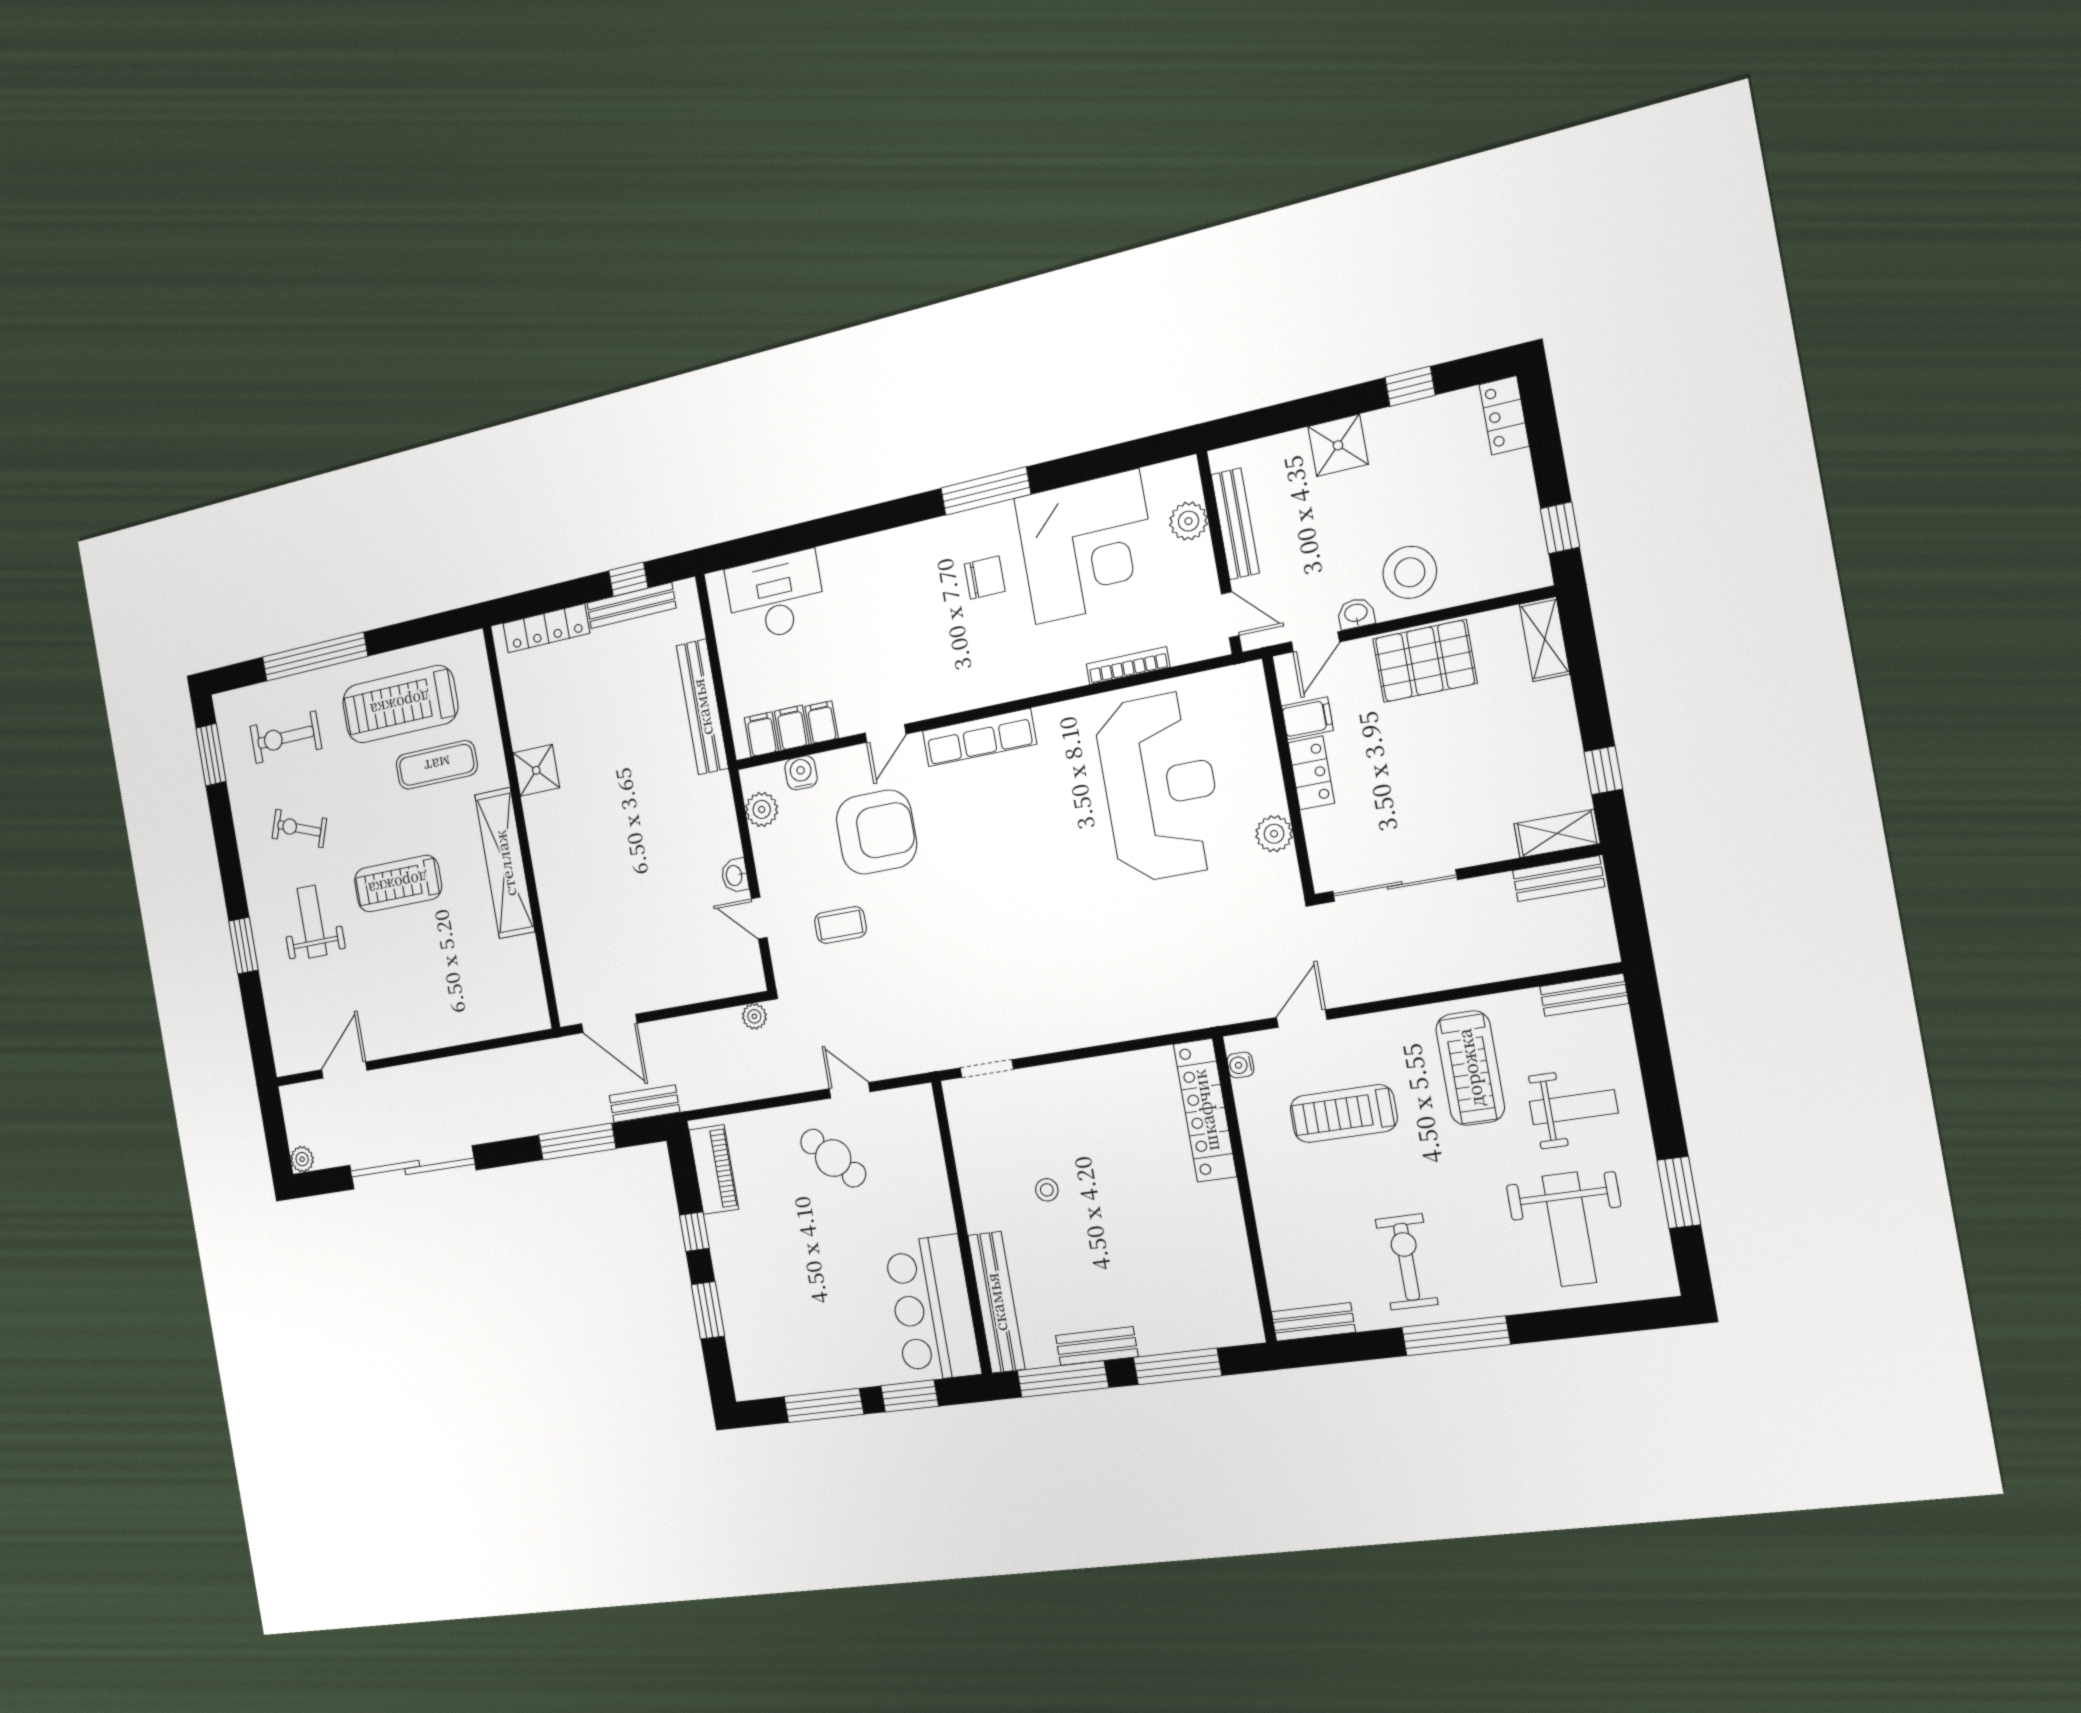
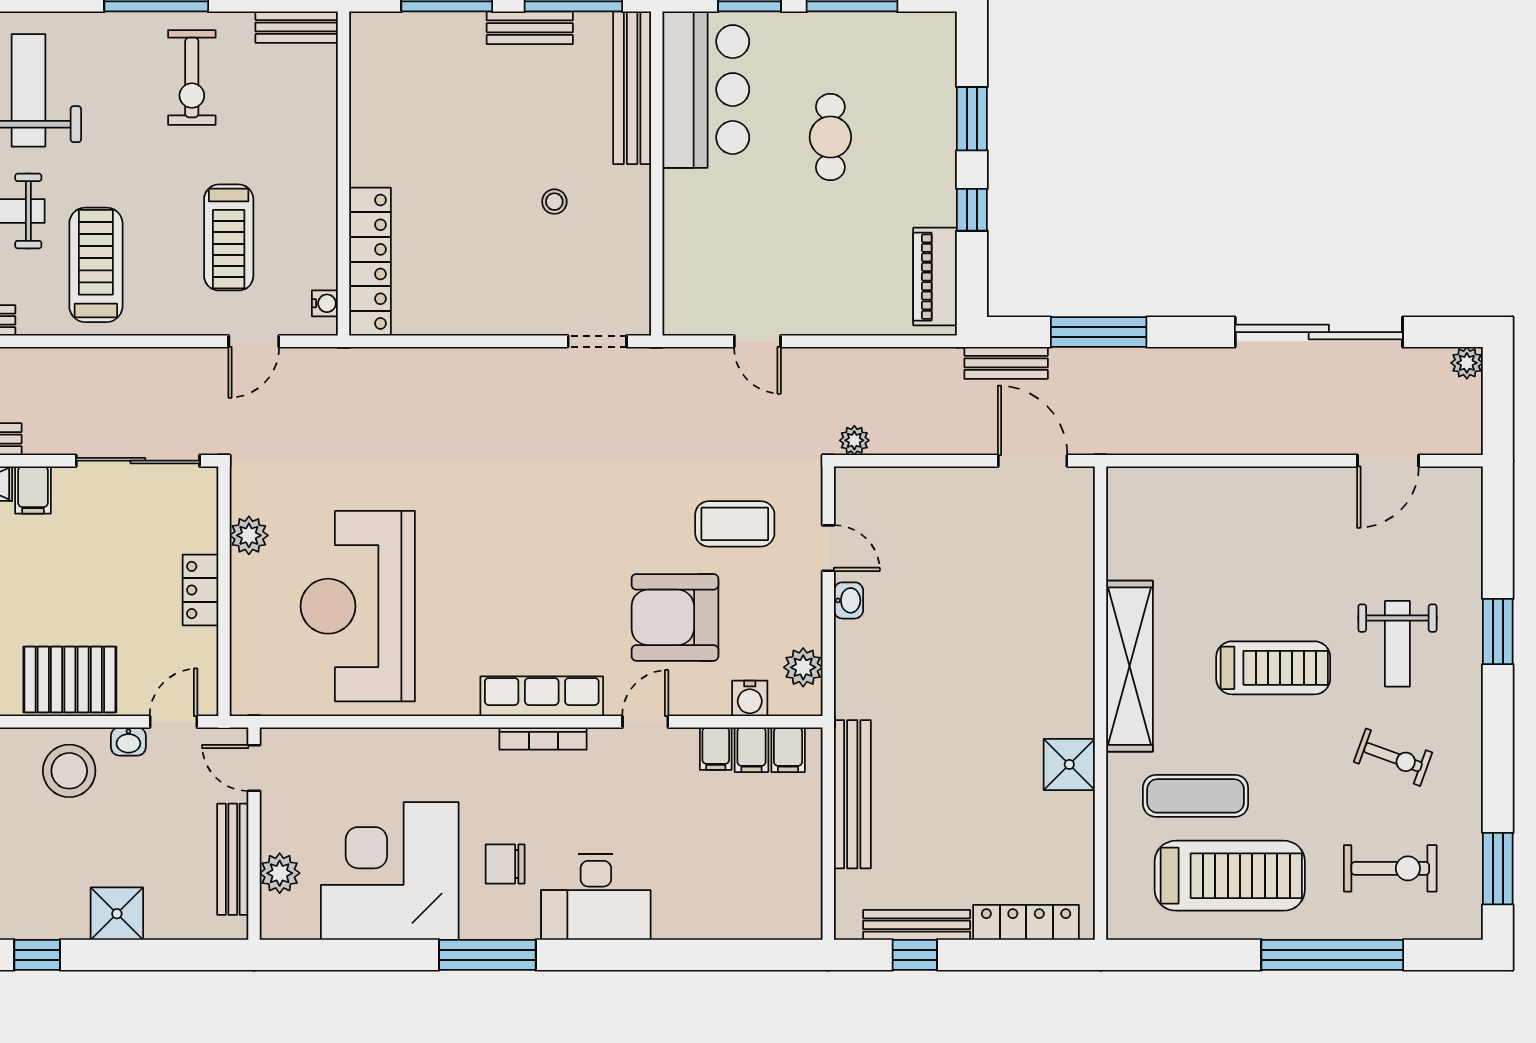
desk: (776, 596) -> (596, 897), moved
bookcase: (1128, 666) -> (543, 738), moved
filing cabinet: (1307, 718) -> (33, 490), moved, turned -90
coffee table: (840, 925) -> (735, 524), width x1.36, depth x1.30
treadmill: (1343, 1114) -> (229, 237), turned 90
cafe table: (833, 1158) -> (830, 137), moved, turned 44

